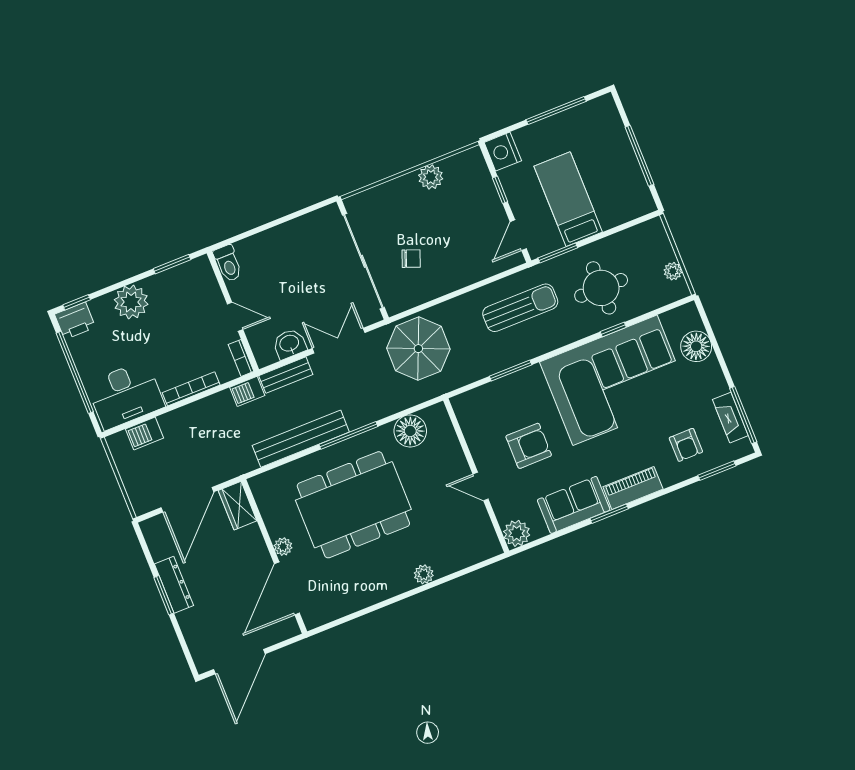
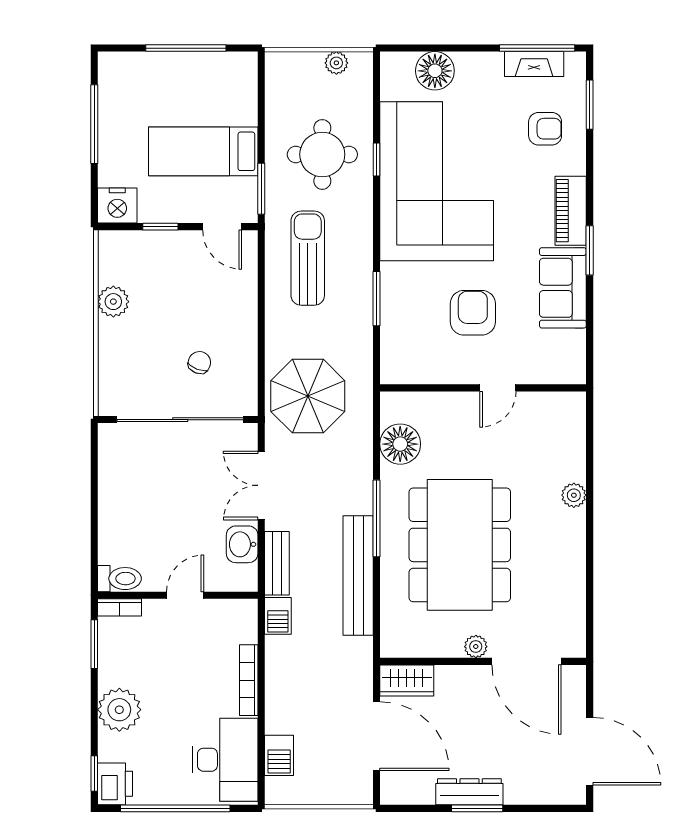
bookcase: (241, 358) -> (119, 607), moved
plant: (517, 533) -> (569, 368), removed

